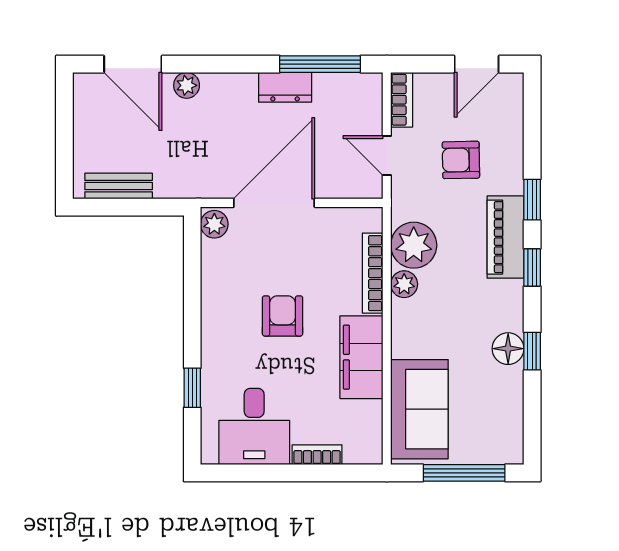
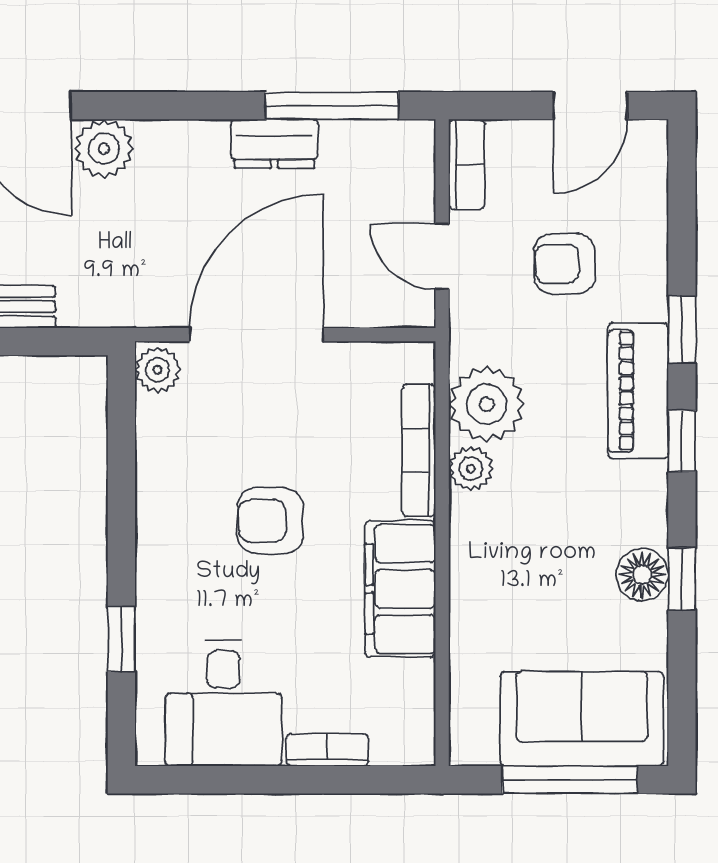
plant: (187, 85) -> (104, 149), width x1.38, depth x1.38
armchair: (283, 316) -> (270, 521), turned -90
sofa: (419, 409) -> (582, 719), moved, turned -90

